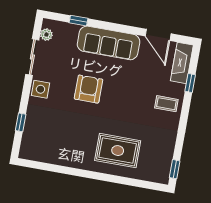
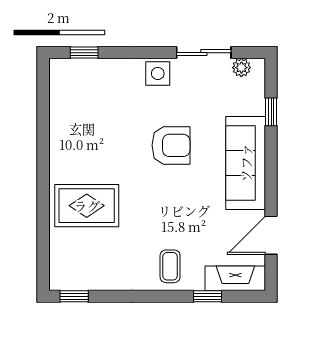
window: (21, 122) -> (84, 53), moved
rug: (118, 151) -> (87, 206), turned 90

